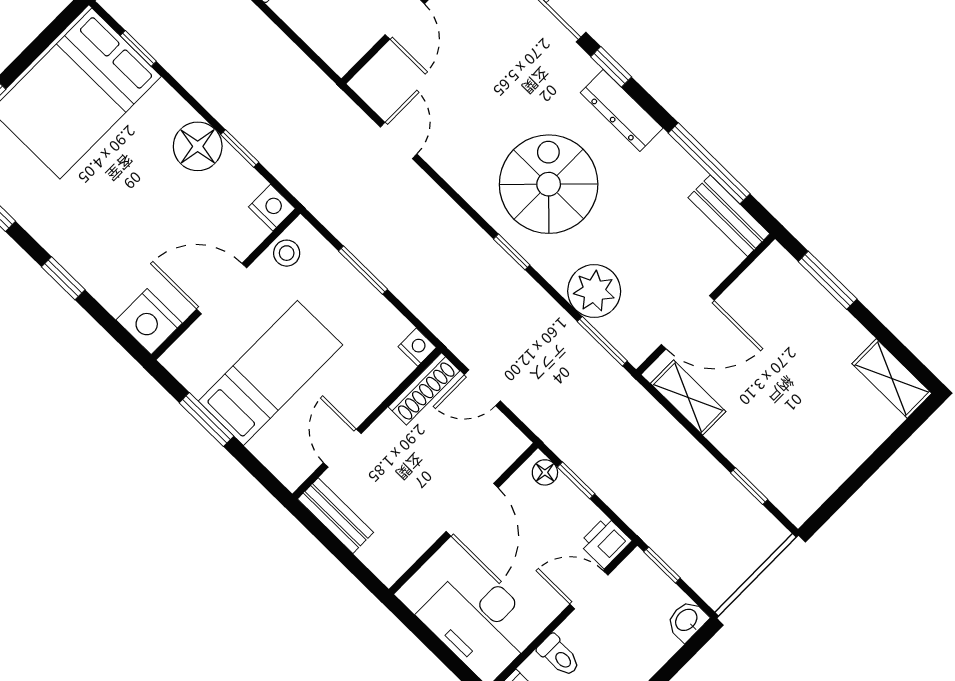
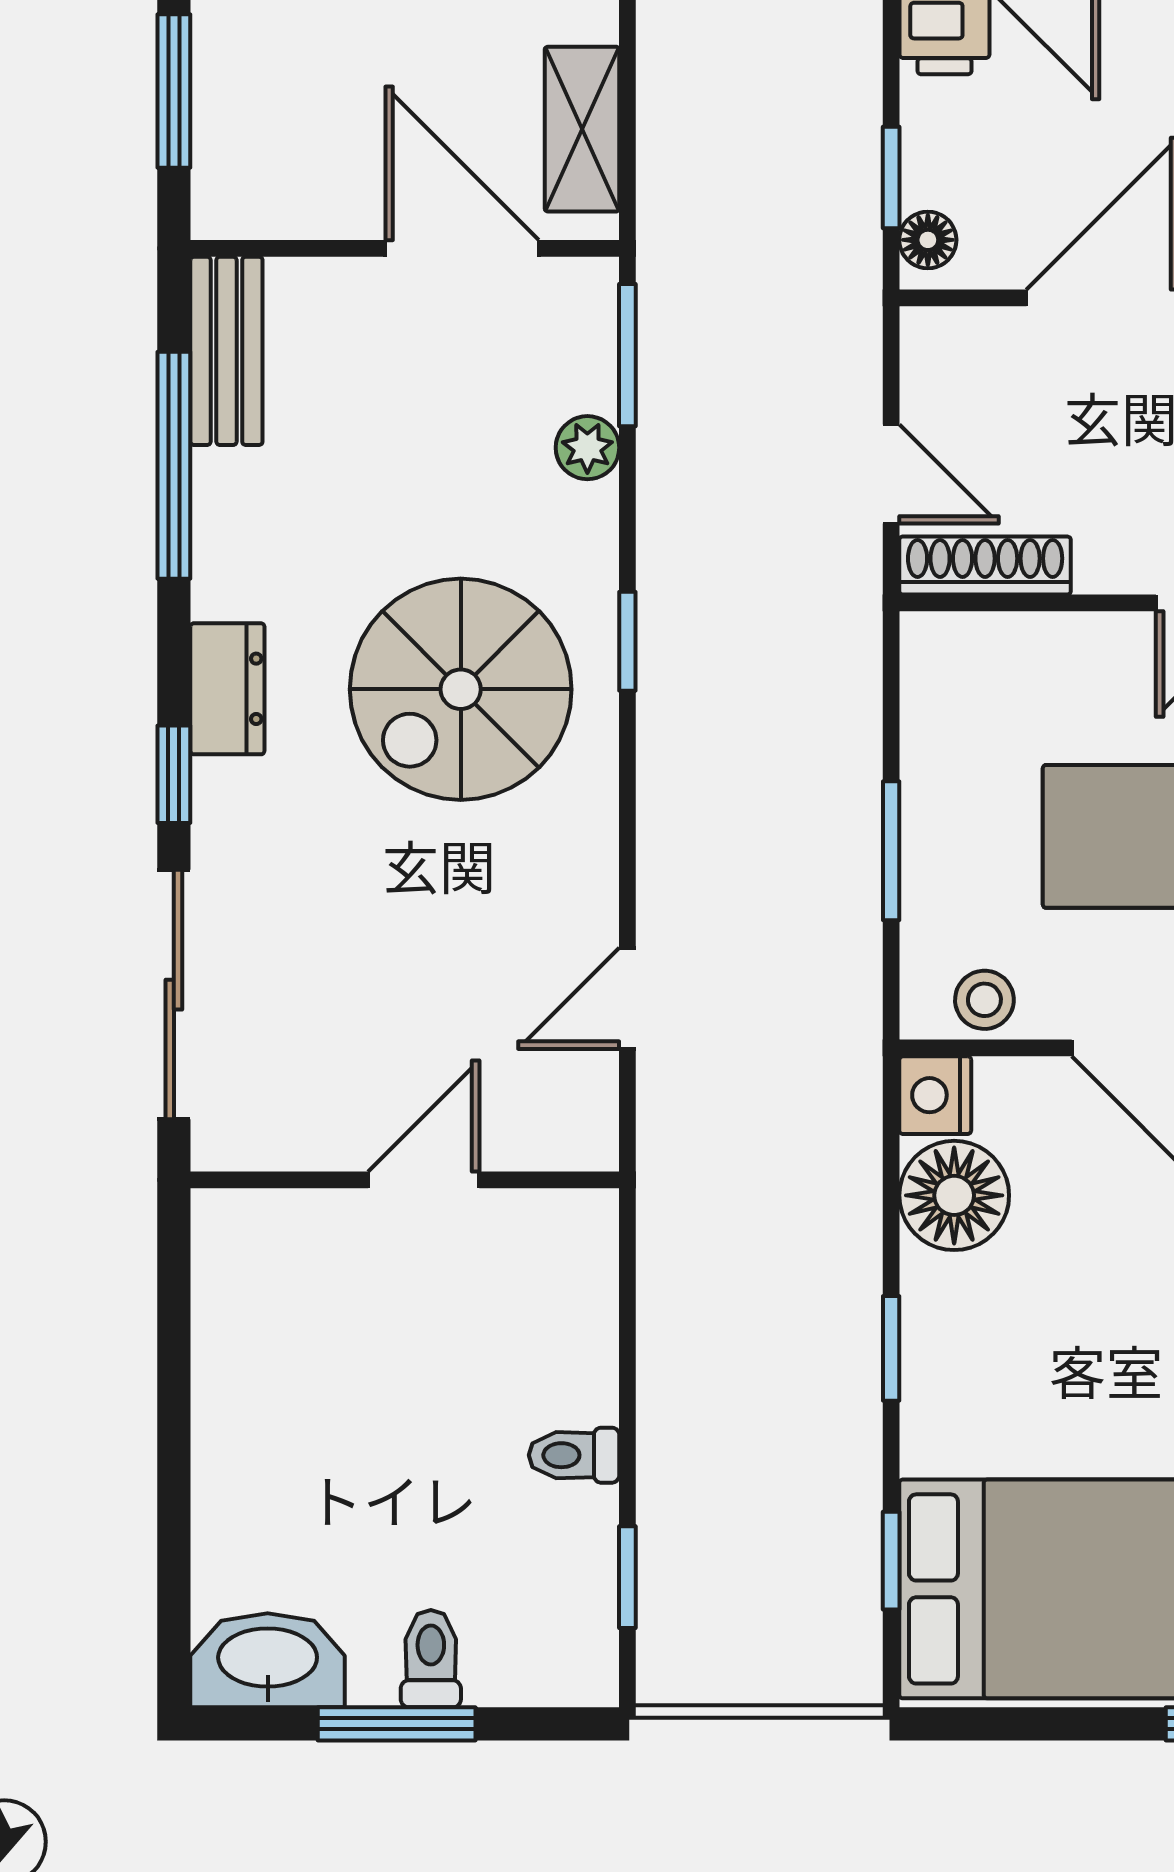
dresser: (622, 110) -> (227, 689), width x0.70
floor lamp: (198, 146) -> (954, 1195), moved
window: (240, 148) -> (891, 1348), moved
plant: (594, 291) -> (587, 448), width x0.53, depth x0.53
nightstand: (417, 347) -> (929, 643), removed

